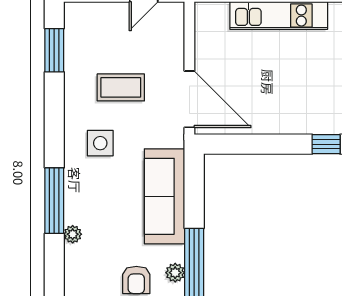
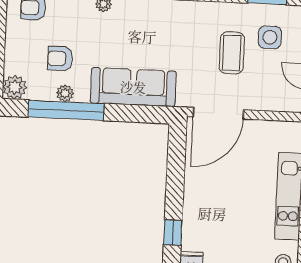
side table: (100, 143) -> (270, 37), moved

